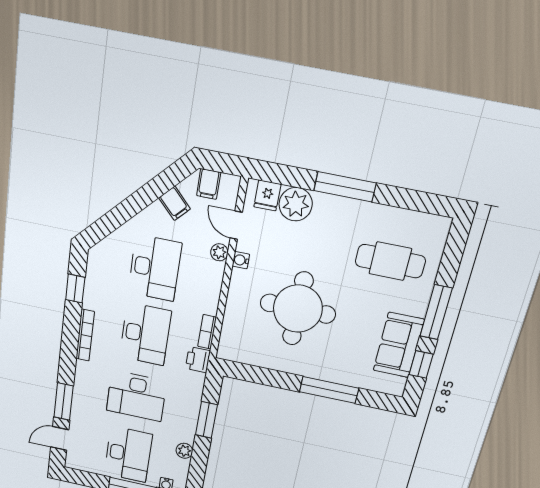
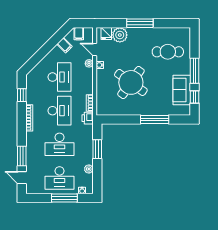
round table: (298, 309) -> (131, 82), turned 36
door: (60, 439) -> (22, 178), hinge flipped
desk: (128, 454) -> (60, 178), turned 90

